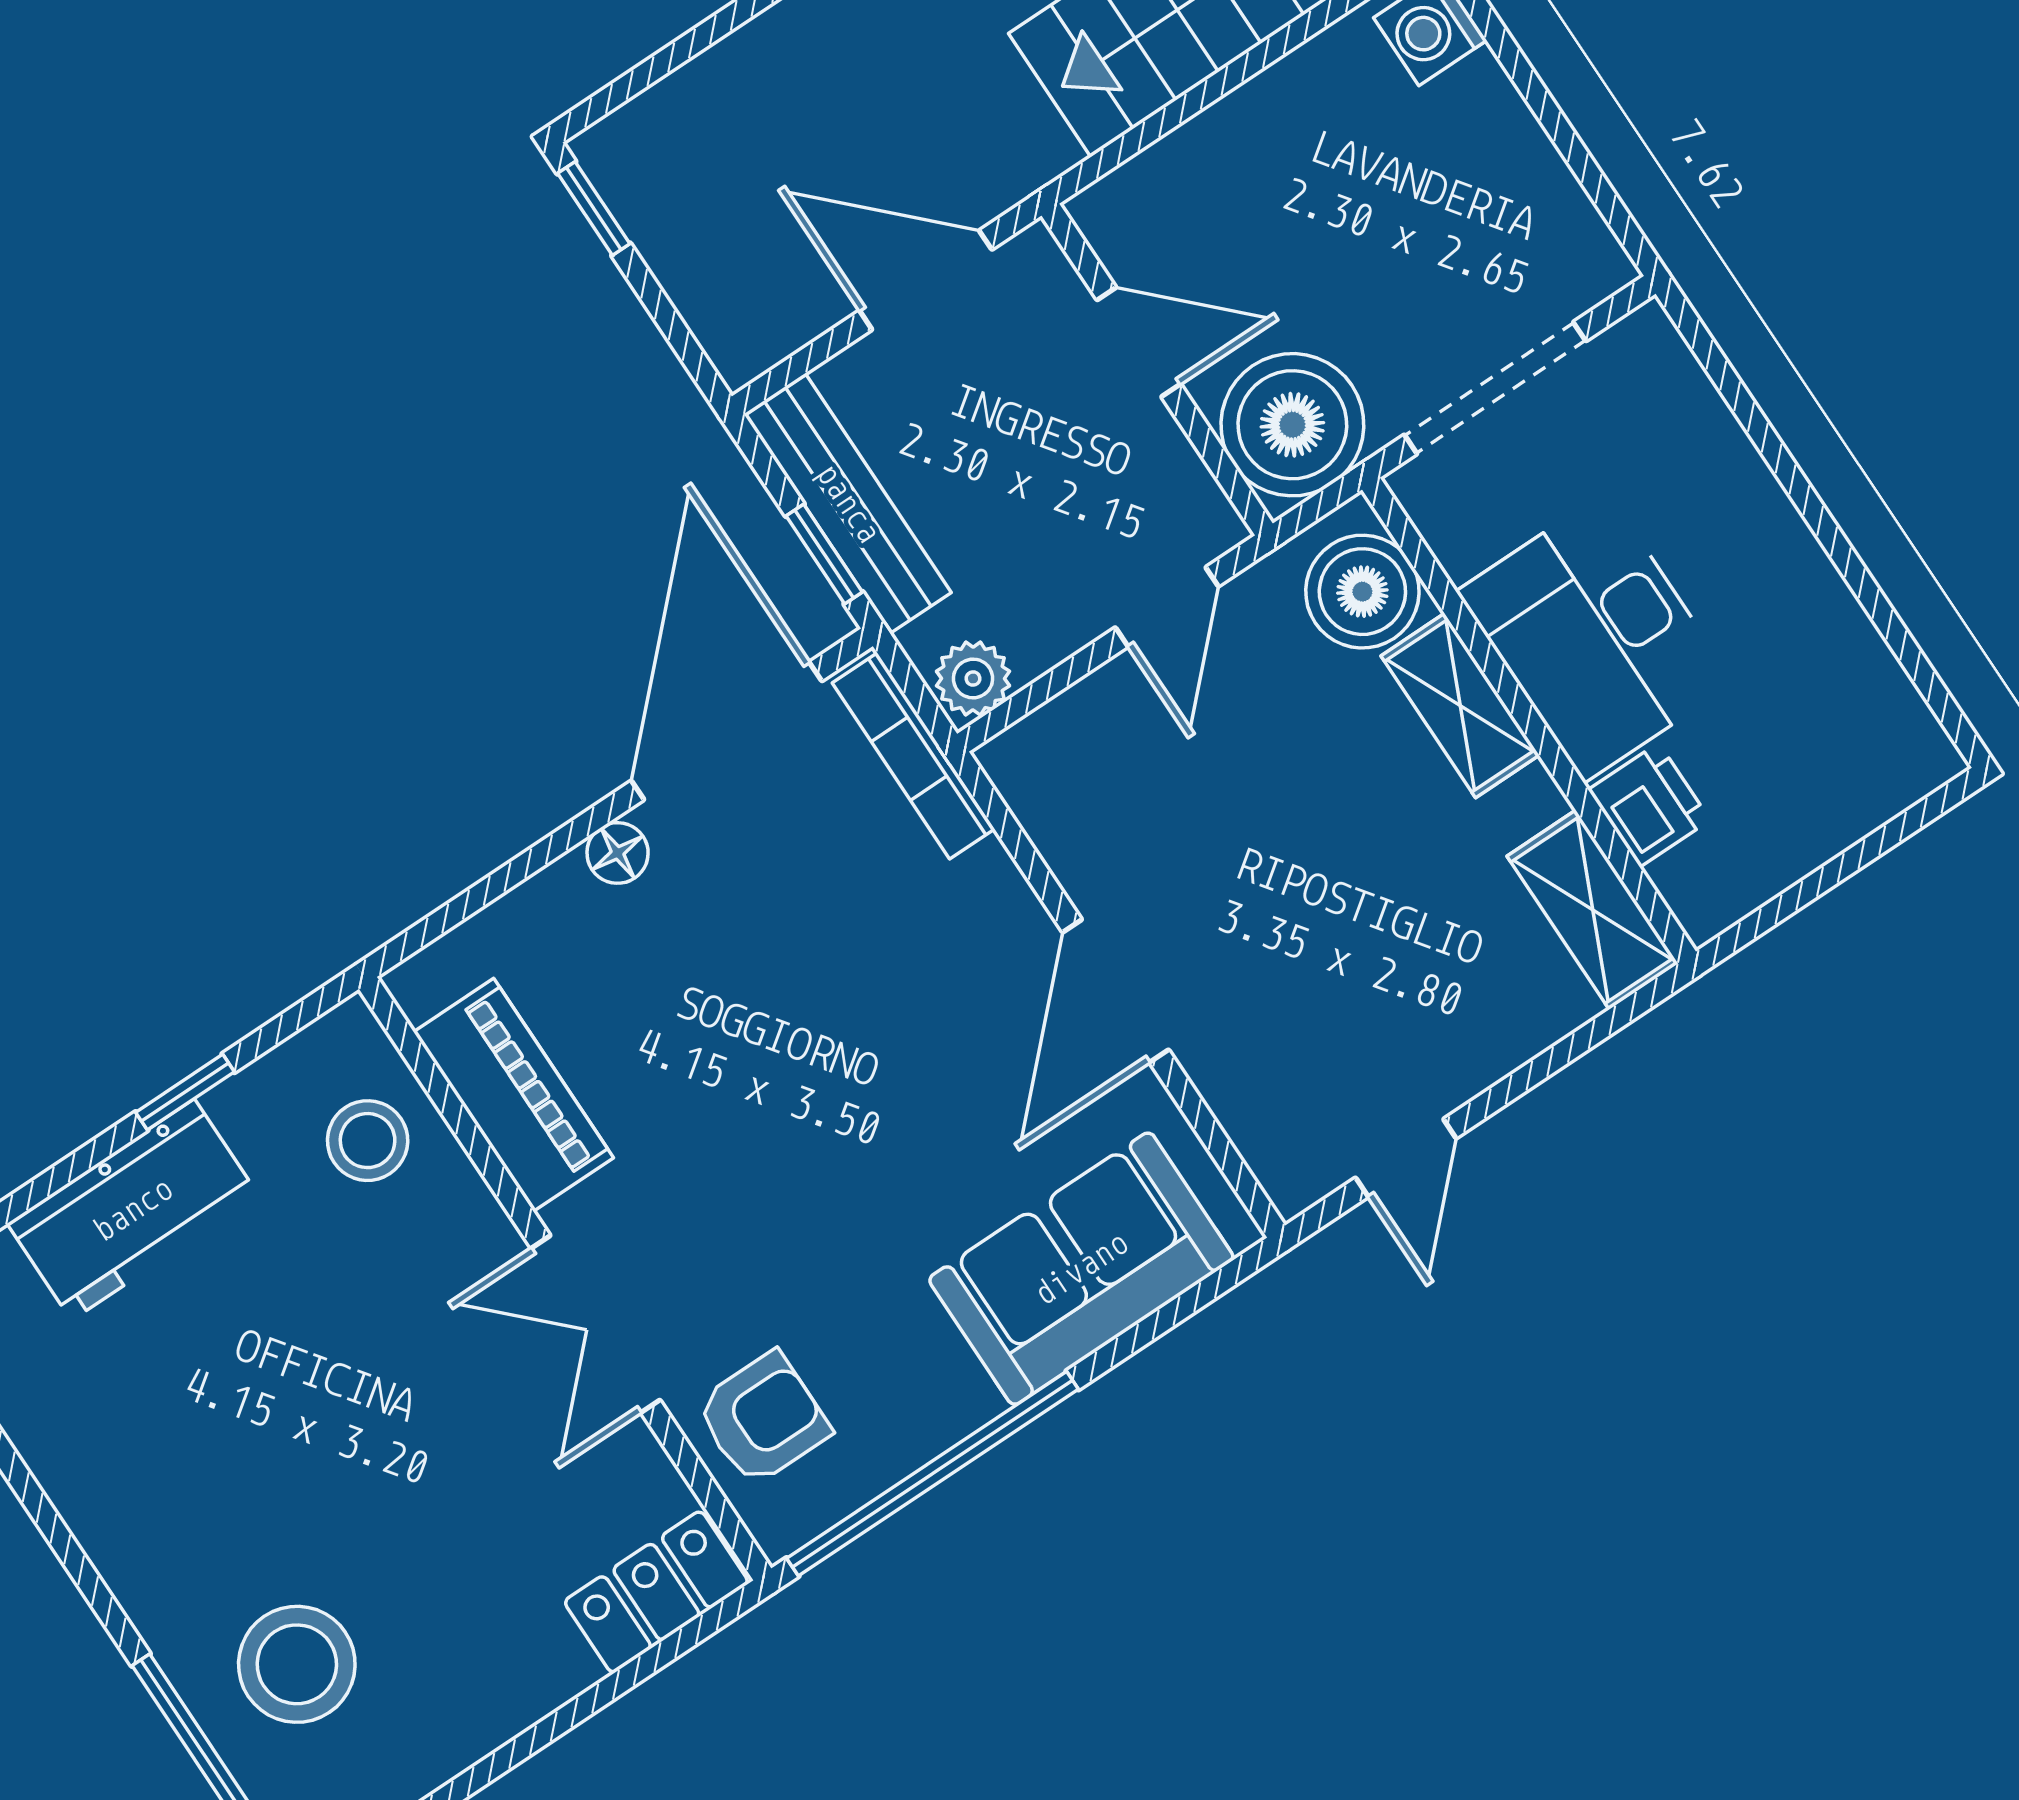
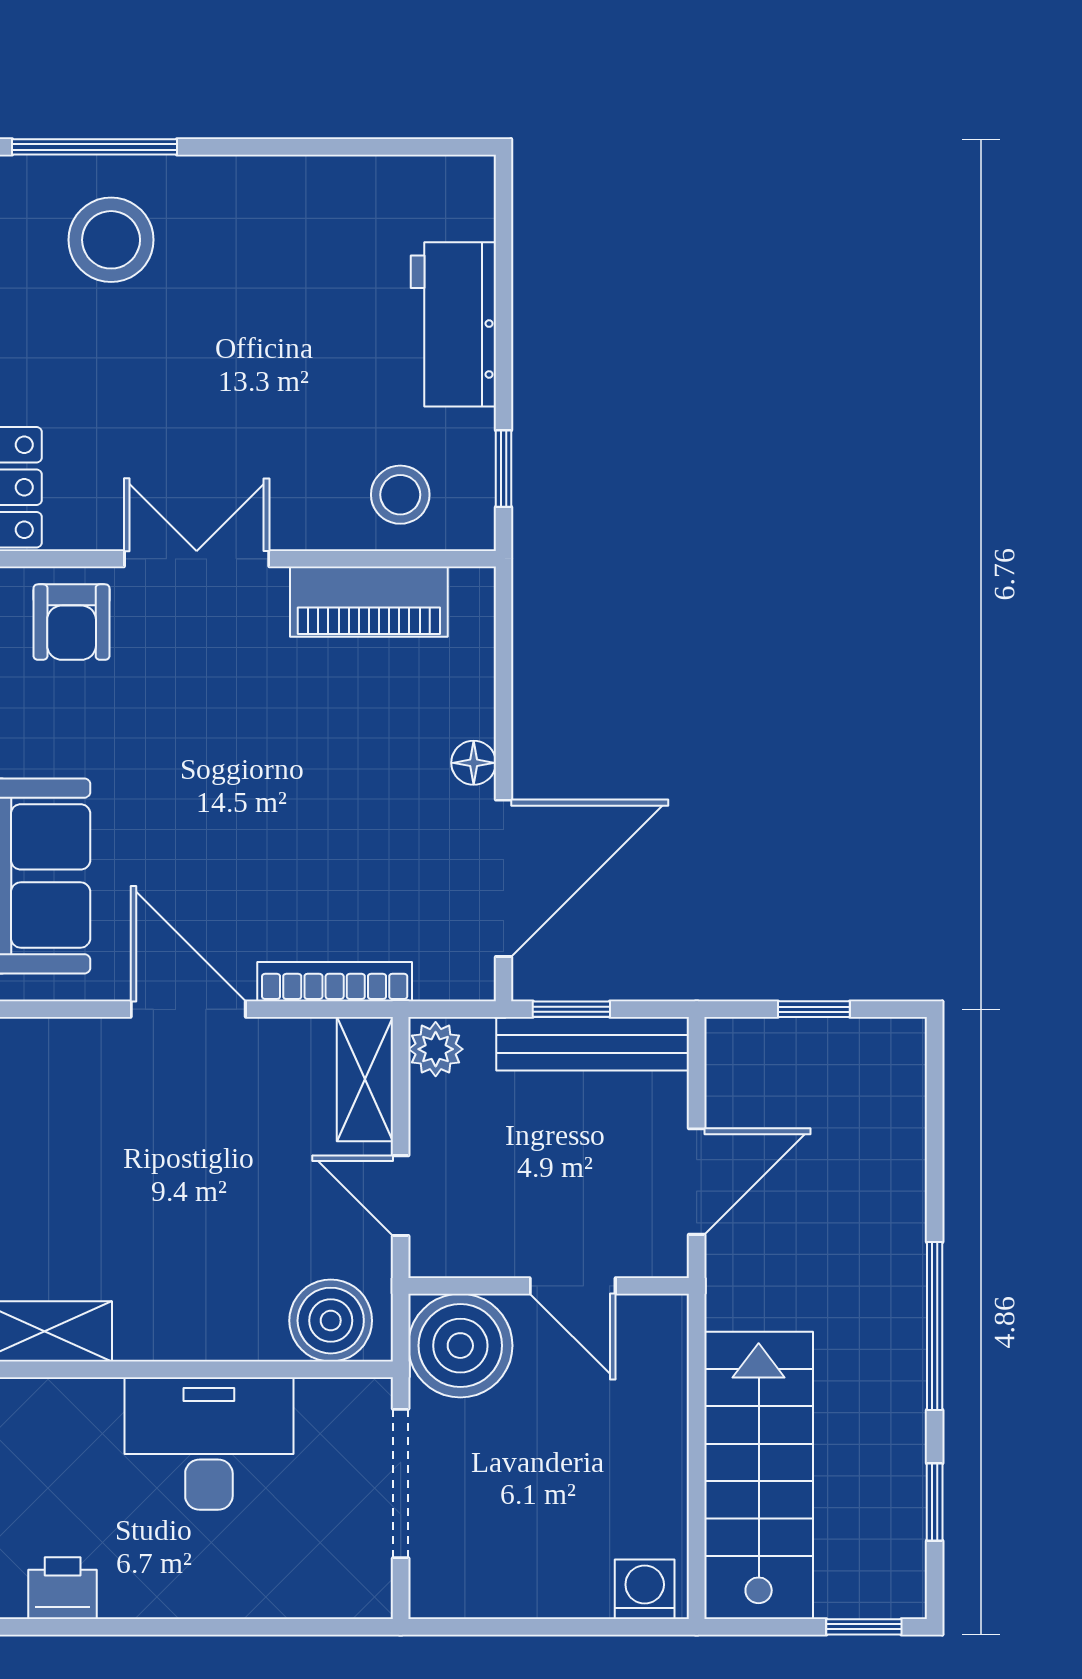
window: (594, 209) -> (814, 1009), moved
door: (1139, 342) -> (573, 1286), hinge flipped
shelving: (1460, 705) -> (365, 1079), moved, turned 90
door: (727, 731) -> (504, 878), hinge flipped
bookcase: (914, 756) -> (335, 982), moved
printer: (1649, 805) -> (63, 1588), moved, turned 180
window: (185, 1092) -> (504, 469), moved

